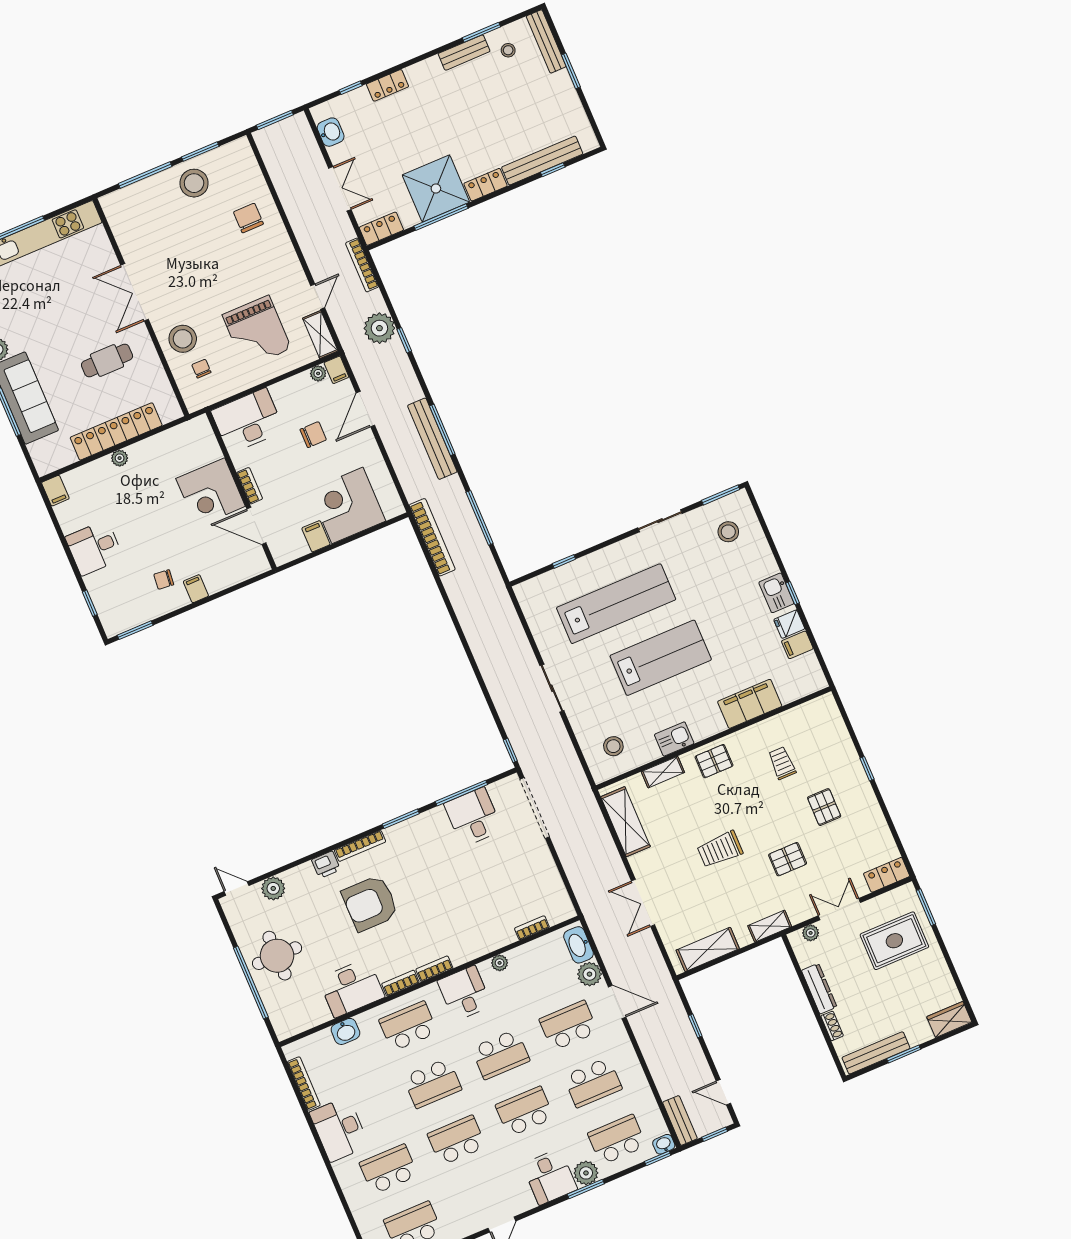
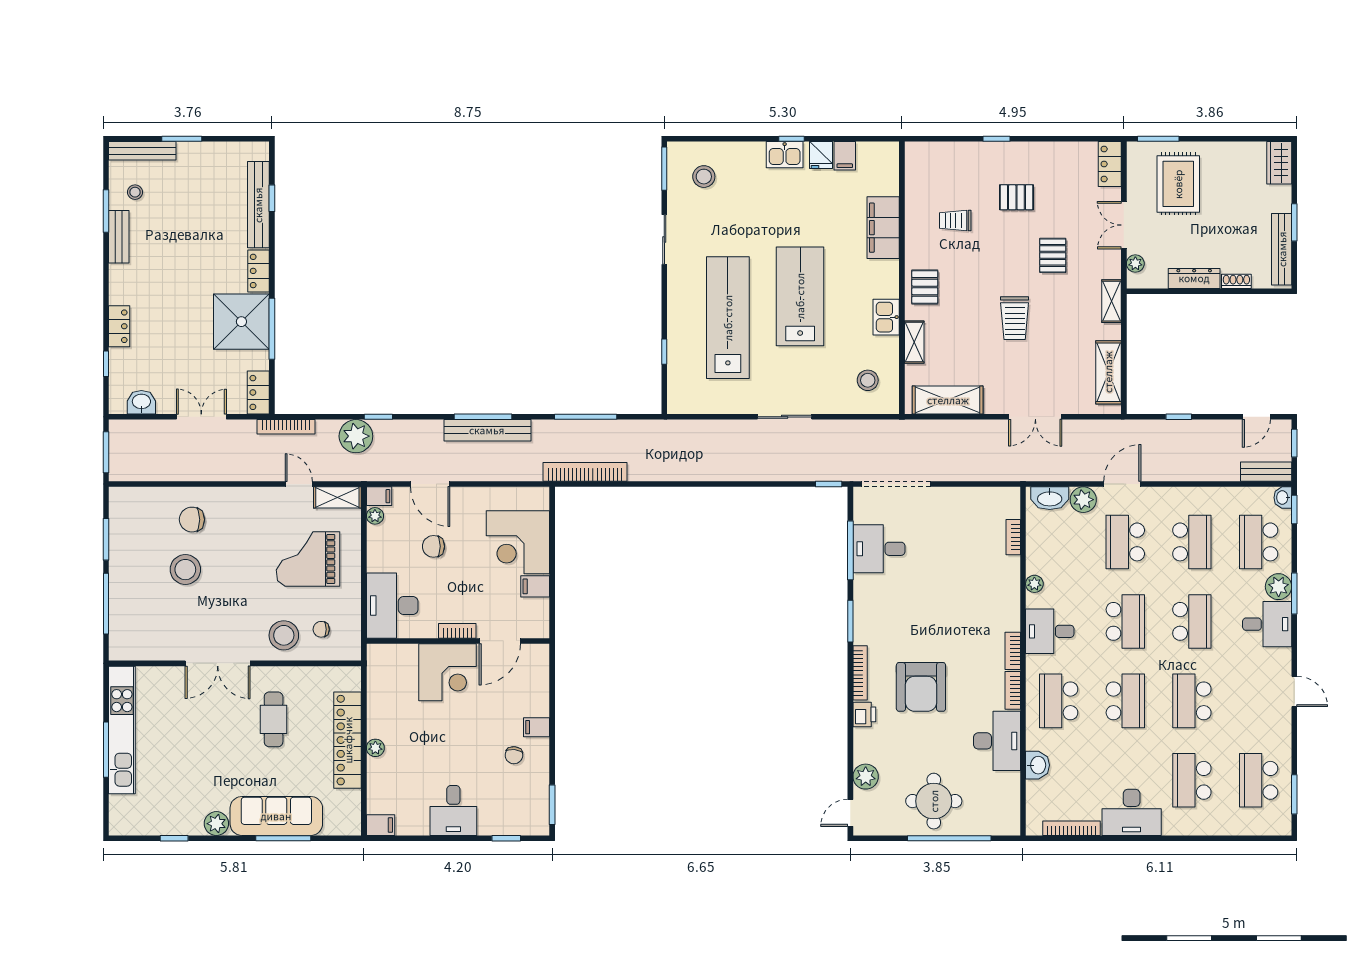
stool: (194, 183) -> (185, 570), moved
grand piano: (257, 332) -> (308, 559), turned 180
chair: (313, 435) -> (433, 546), turned -90
school desk: (525, 1111) -> (1192, 621), turned 180

